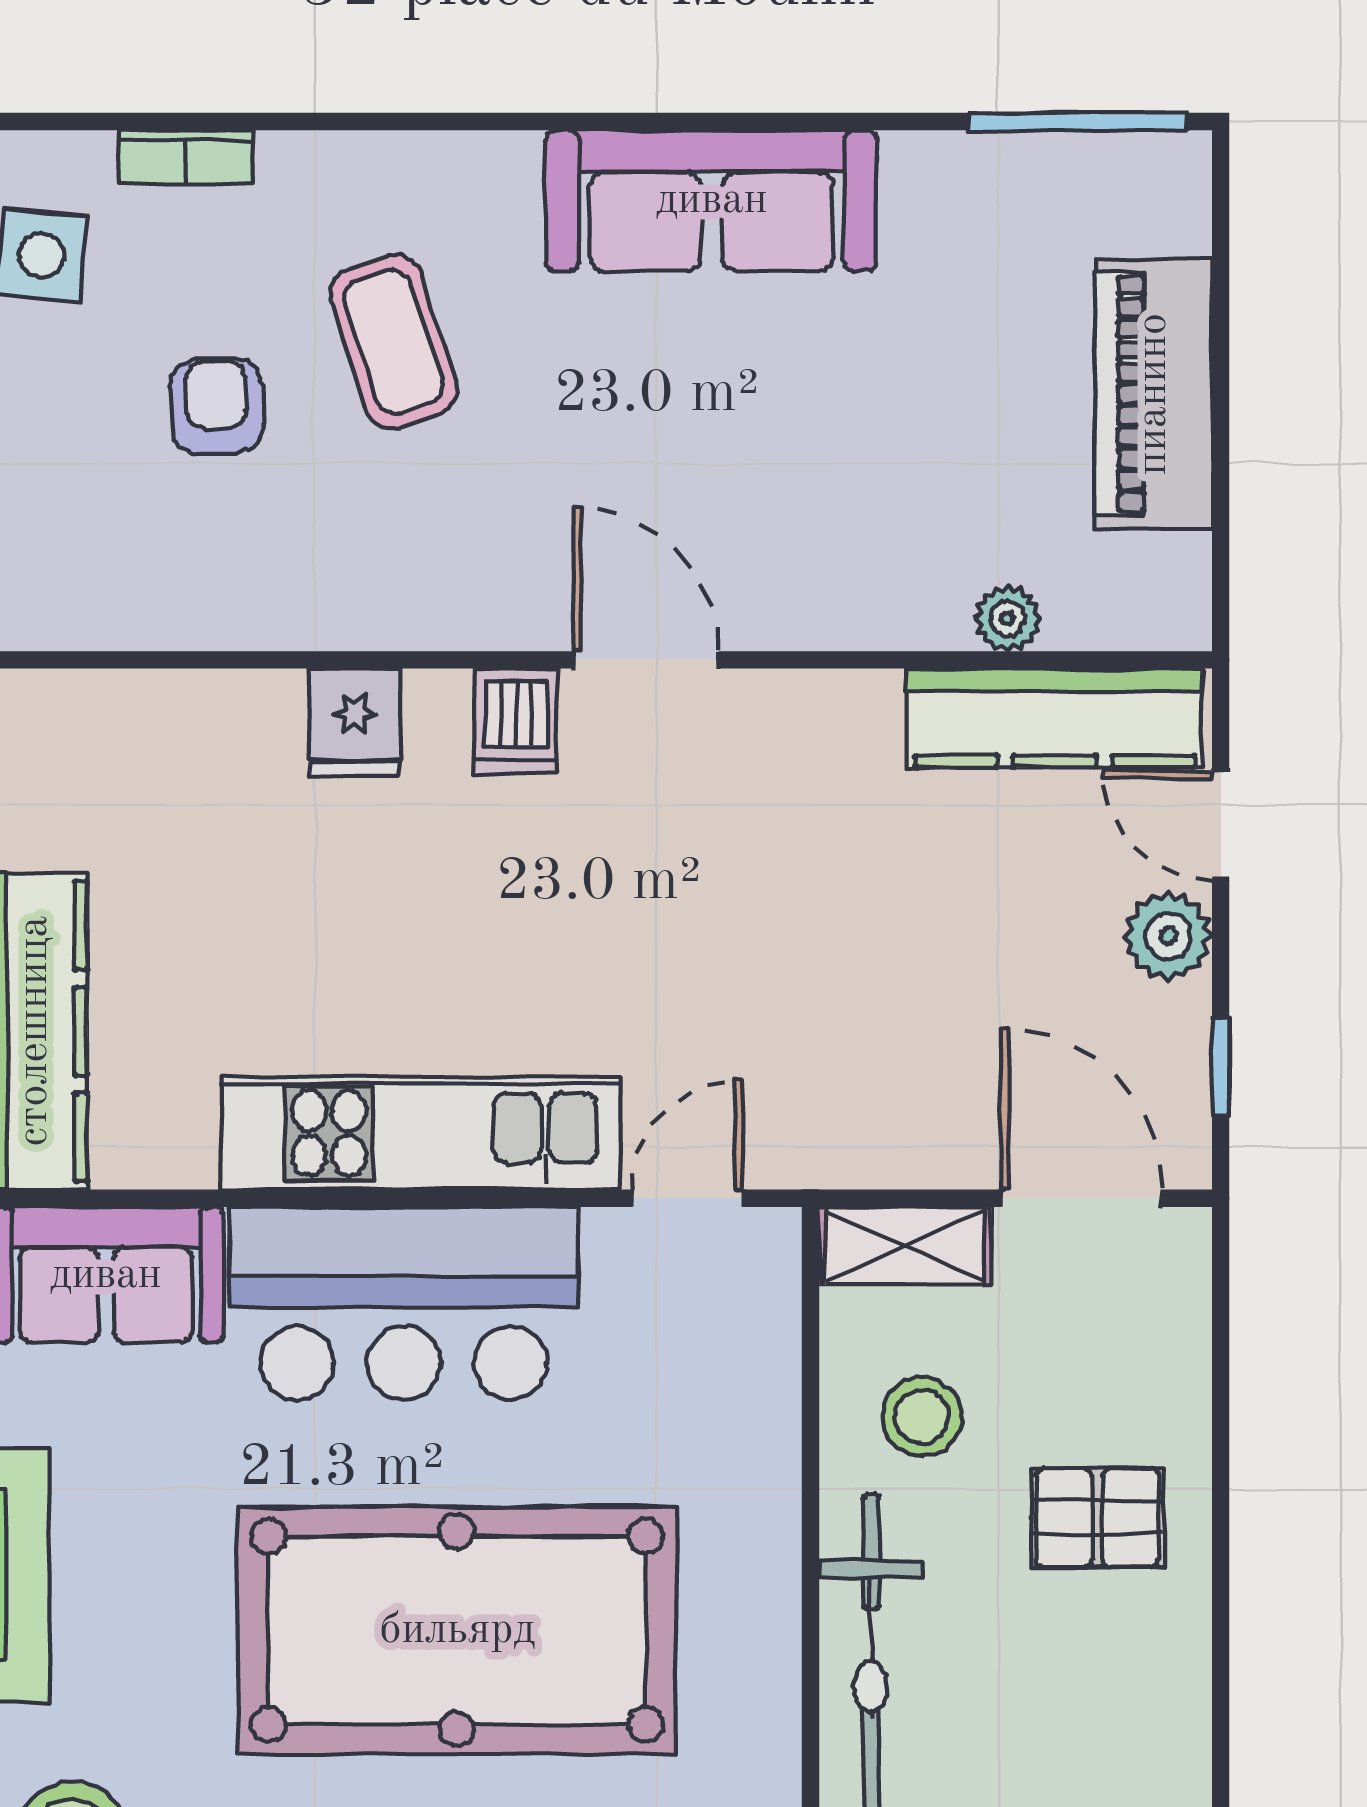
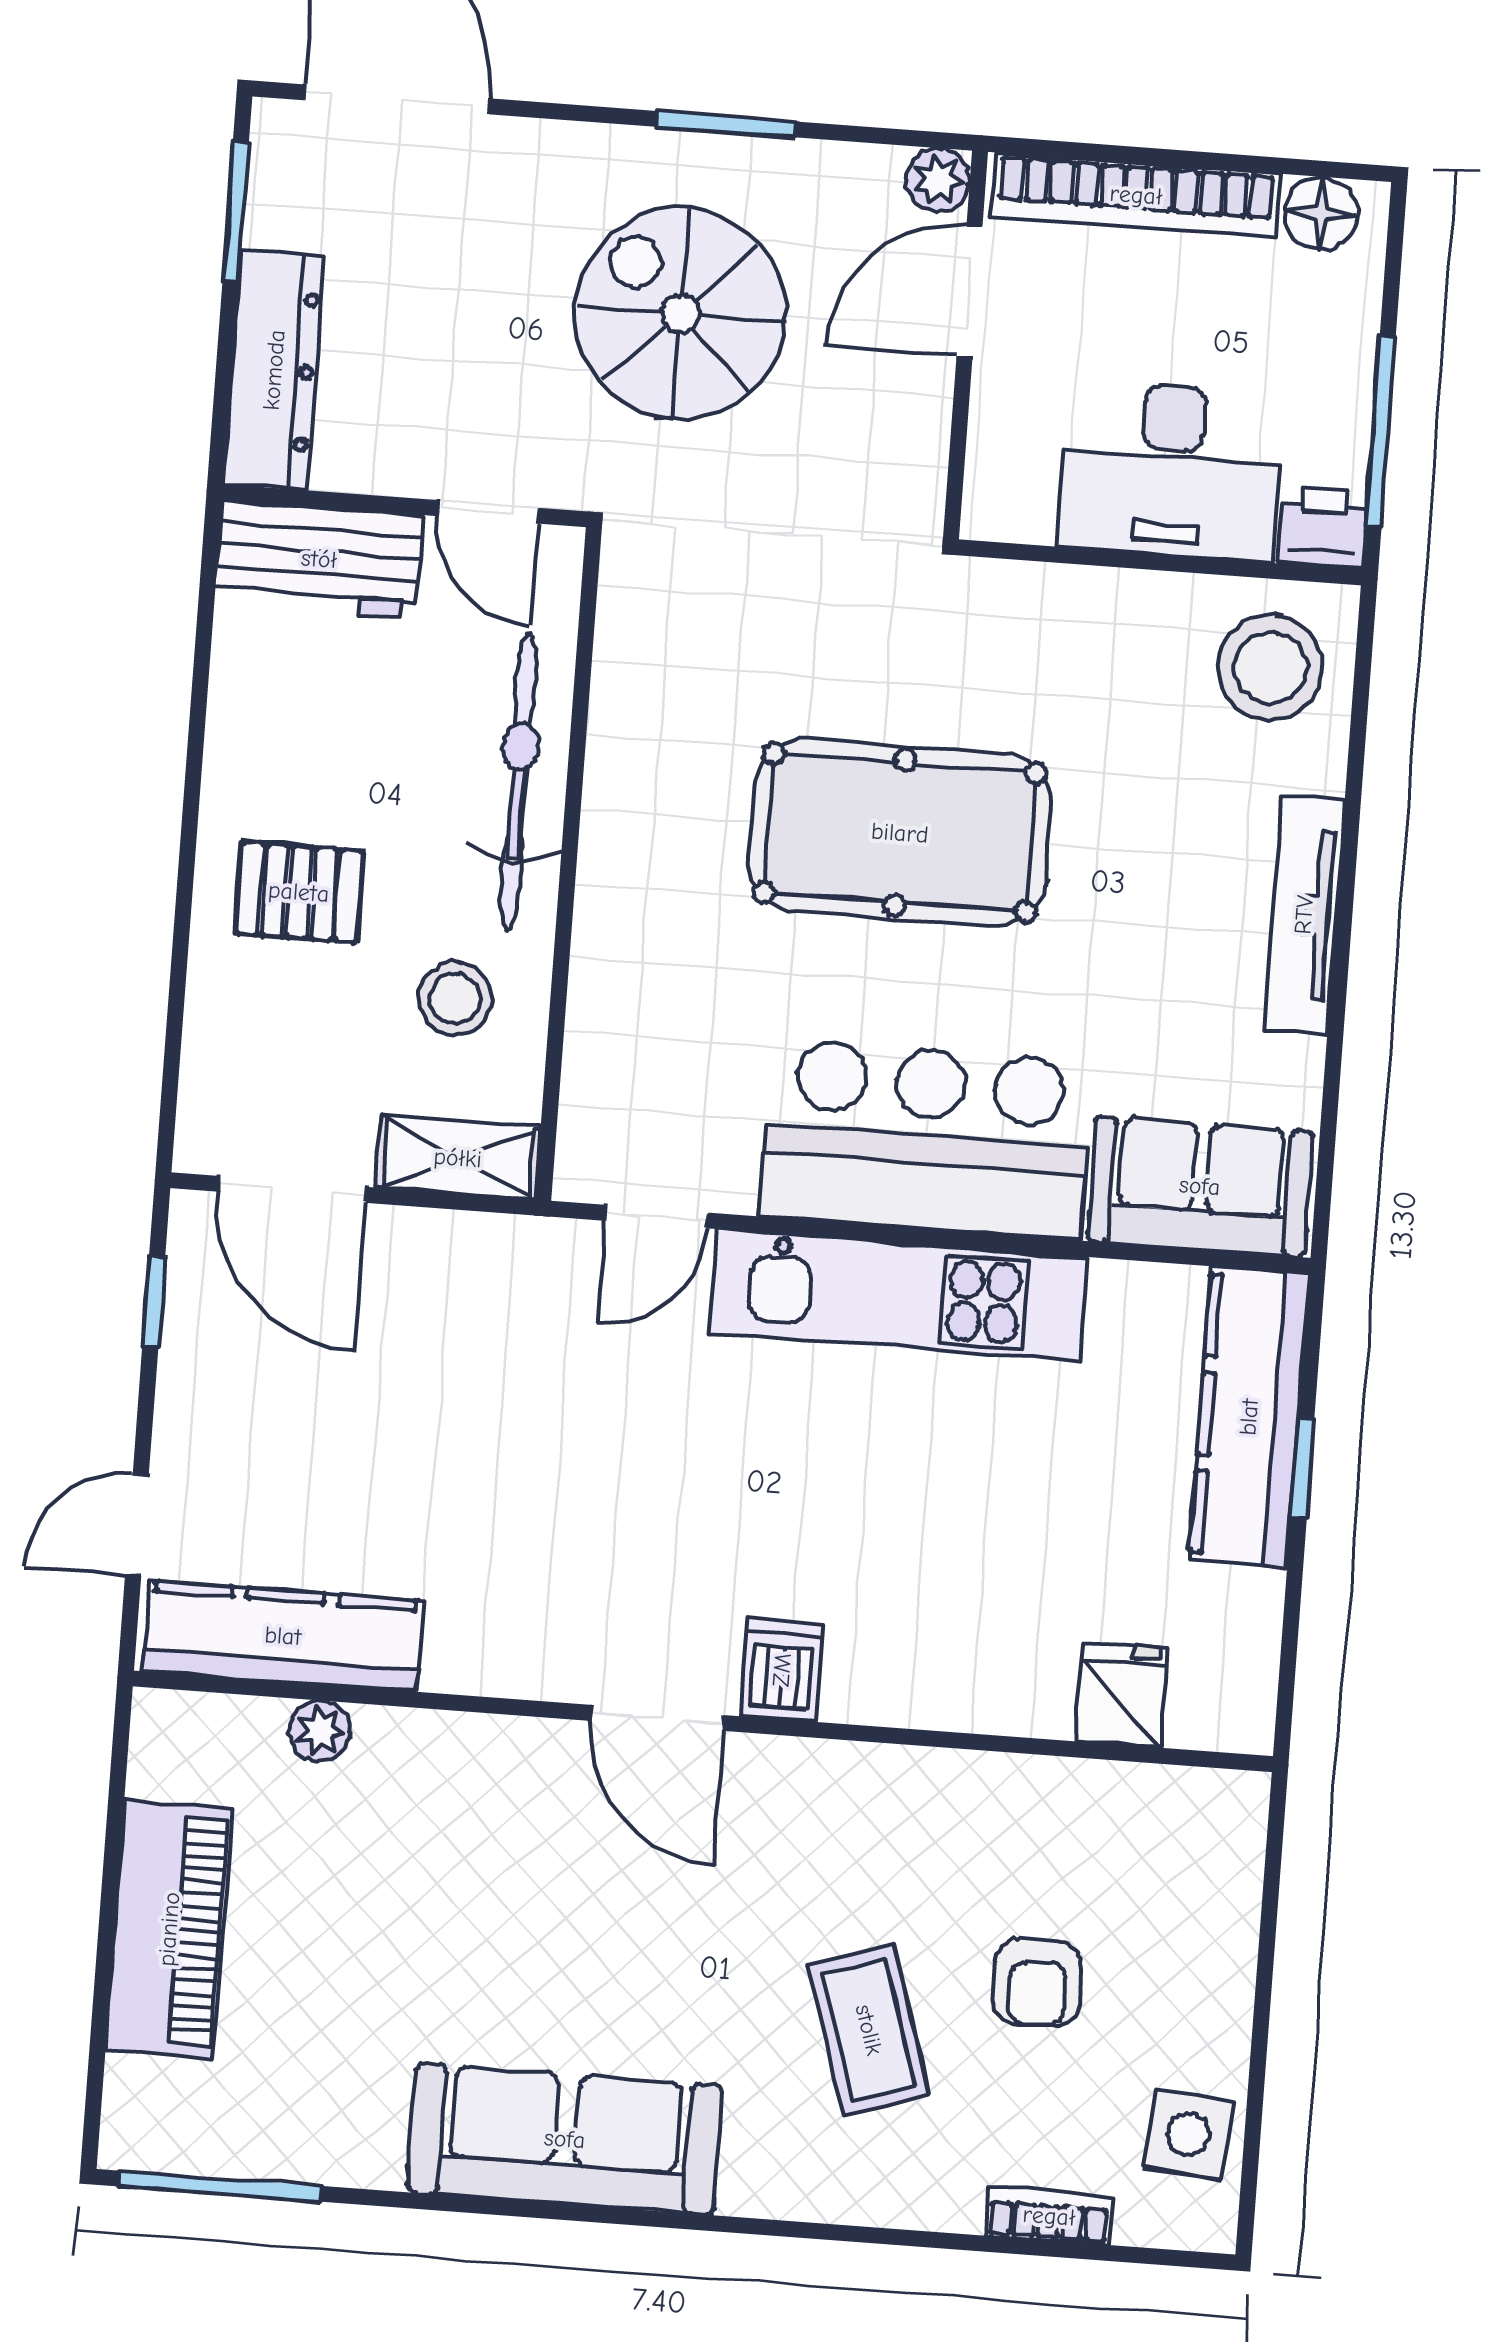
fridge: (355, 722) -> (1122, 1695), moved
door: (1221, 825) -> (137, 1525), swing flipped
plant: (1168, 936) -> (193, 1426), removed
pool table: (457, 1630) -> (900, 833), width x0.73, depth x0.76

